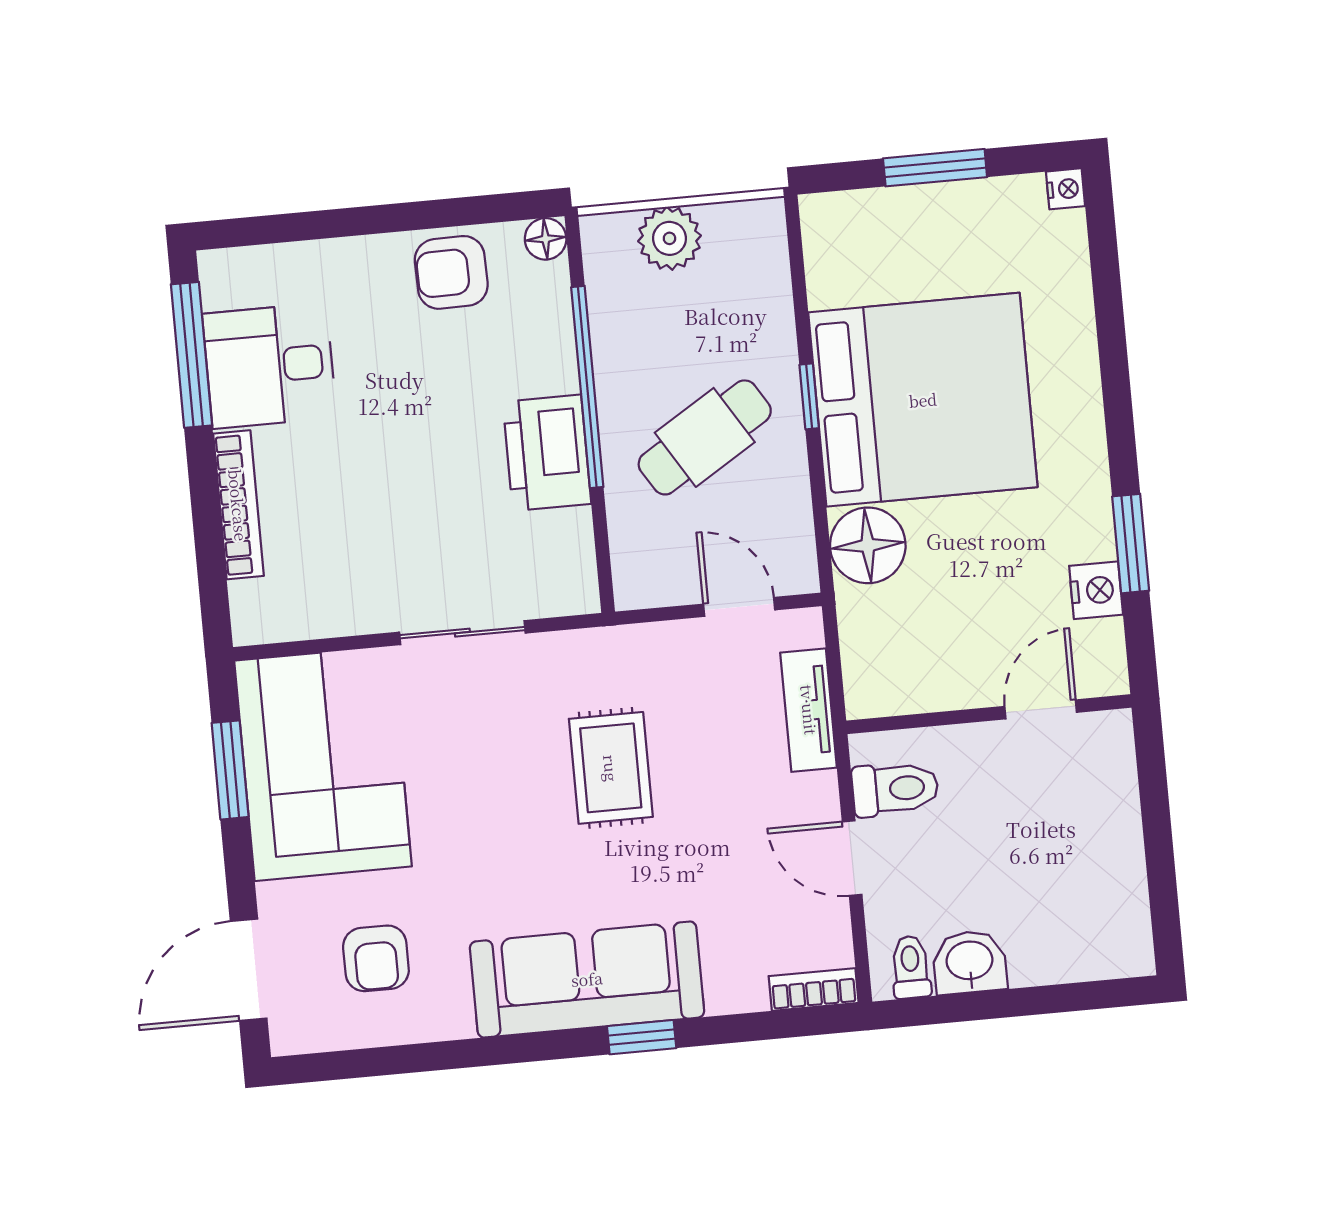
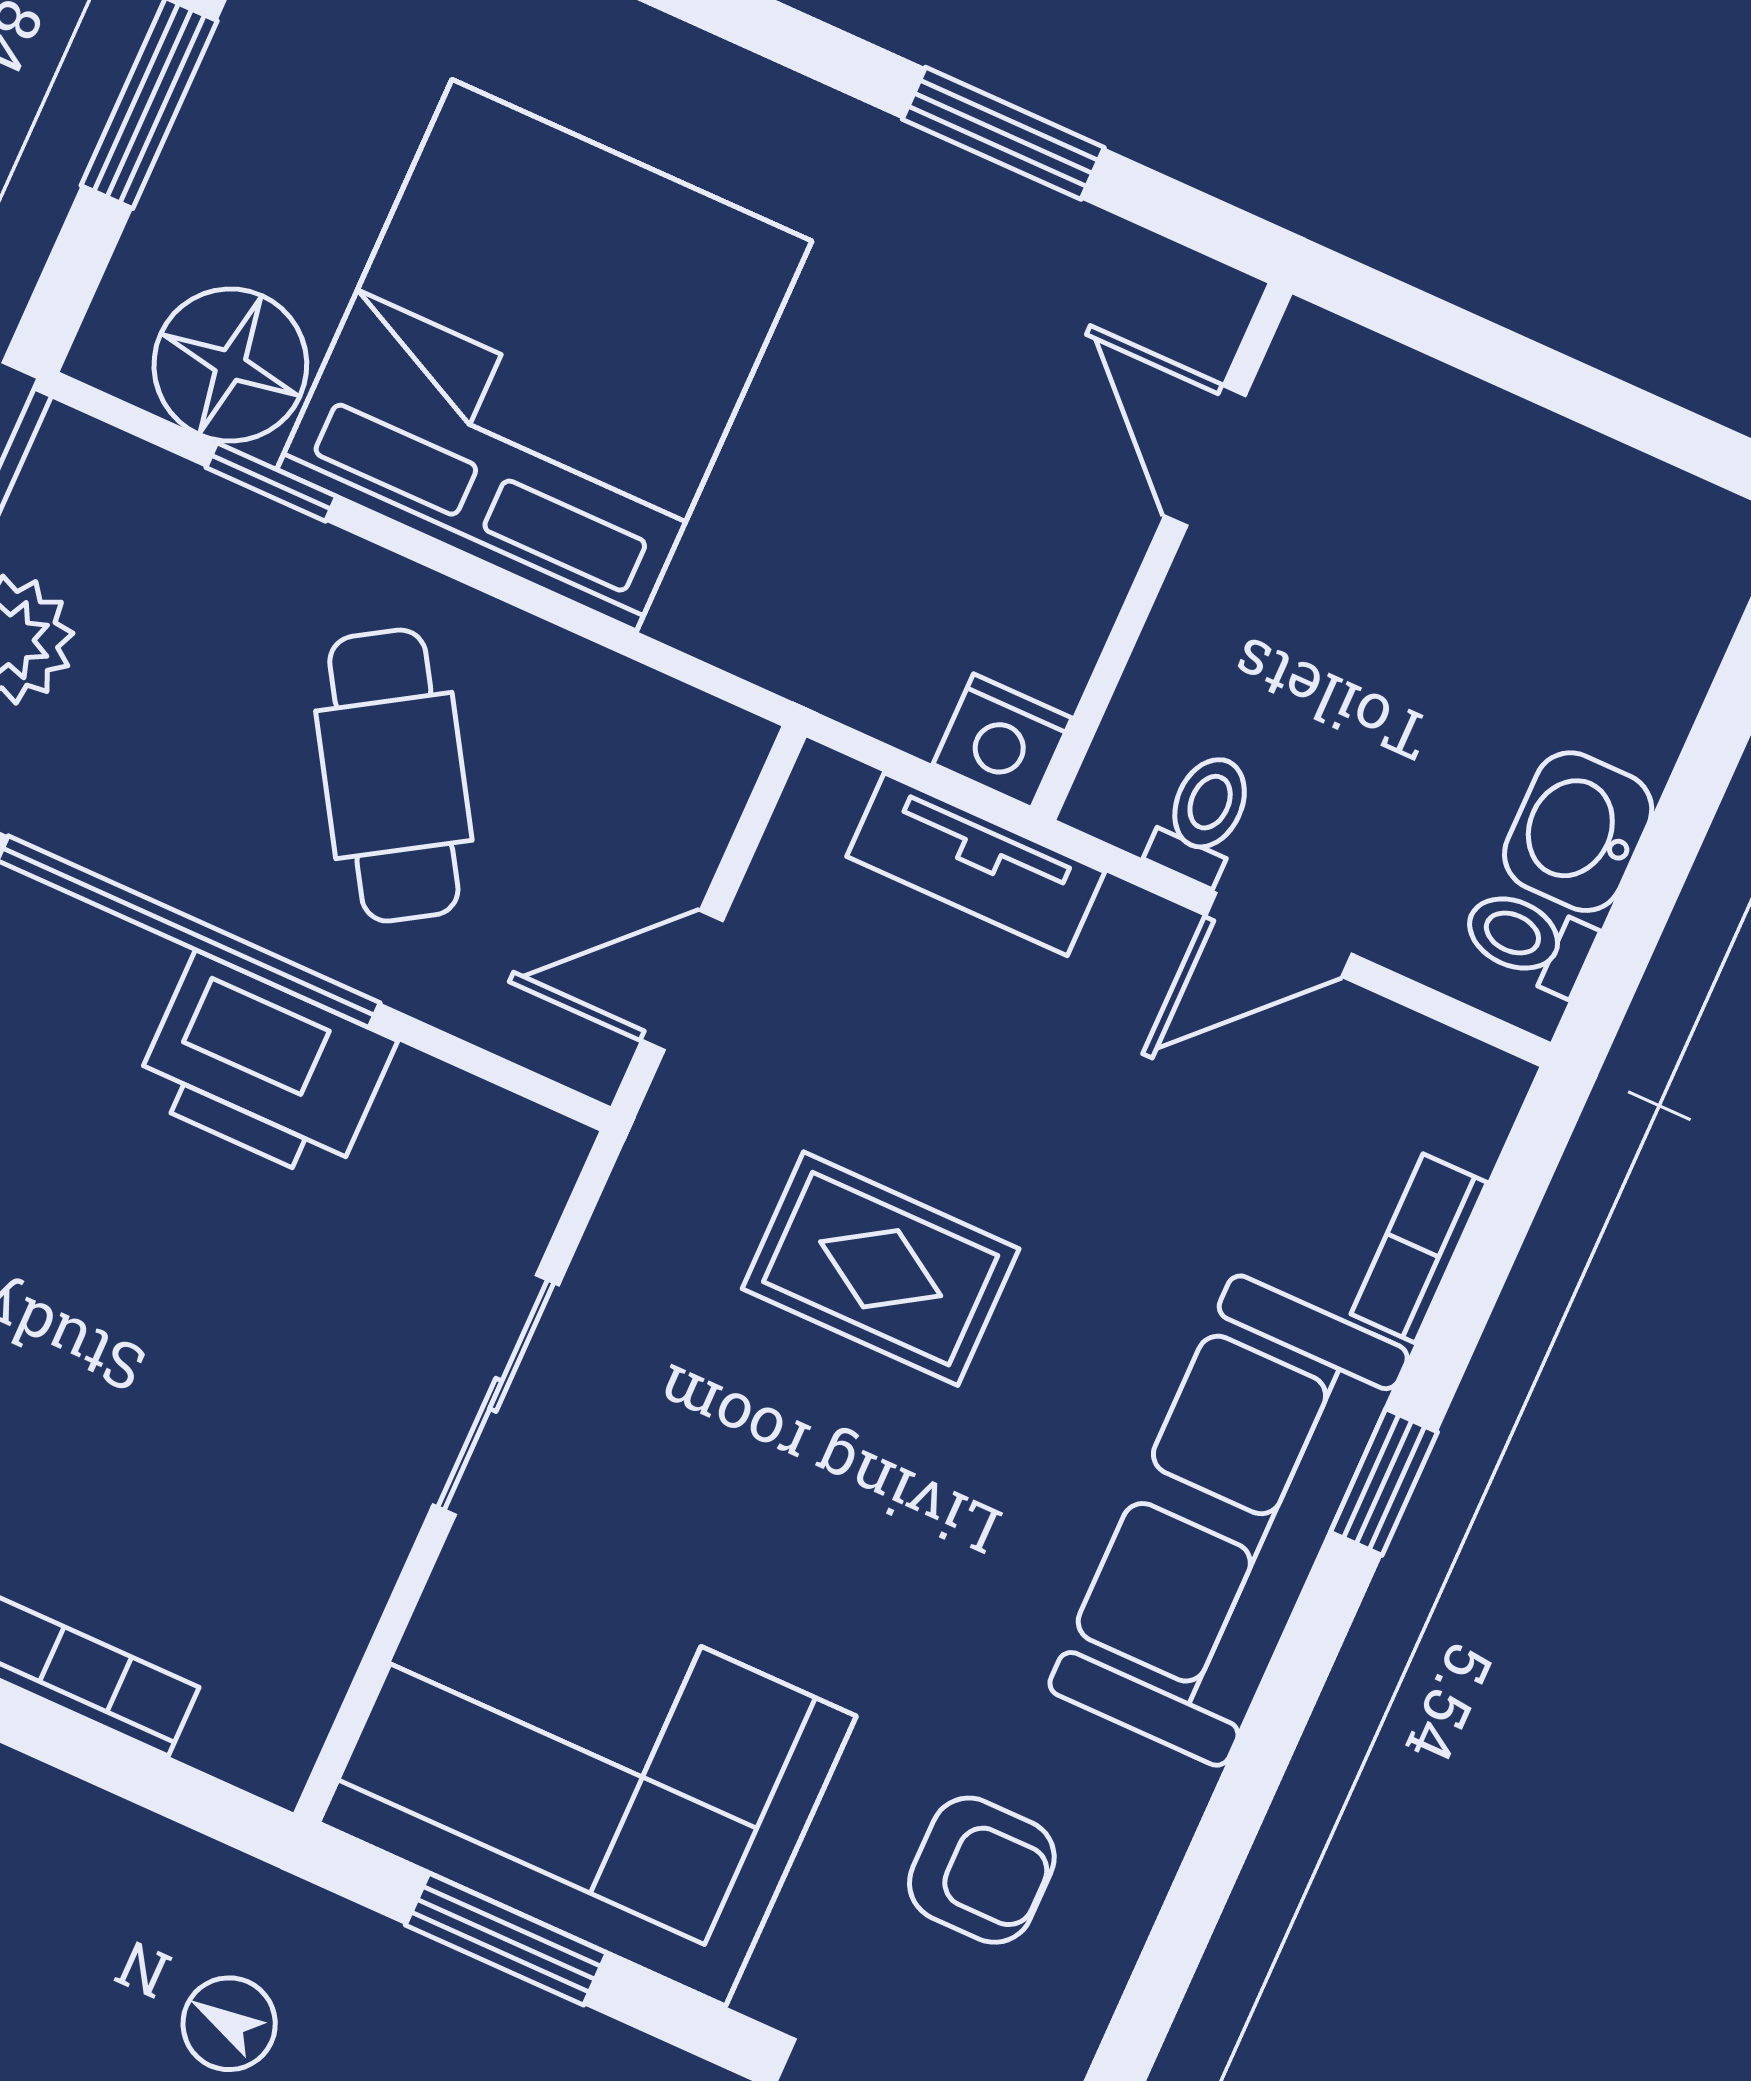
window: (809, 396) -> (271, 482), moved
floor lamp: (868, 545) -> (230, 365), moved
nightstand: (1096, 590) -> (1002, 741), moved, turned 180
door: (739, 607) -> (682, 980), moved
toilet: (895, 789) -> (1203, 818), width x0.73, depth x0.72
bookcase: (814, 989) -> (1419, 1248), moved

